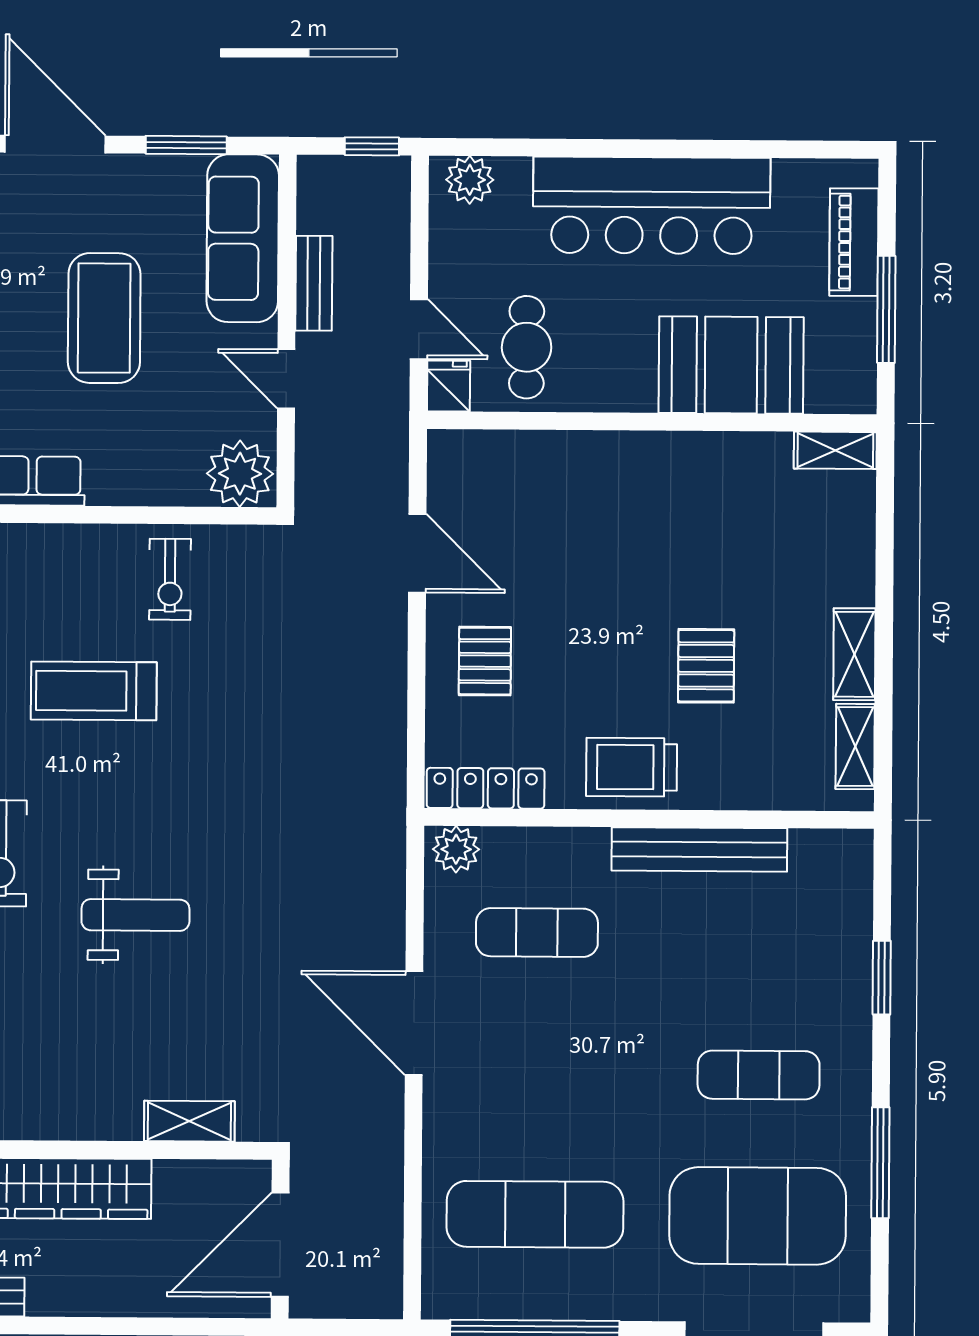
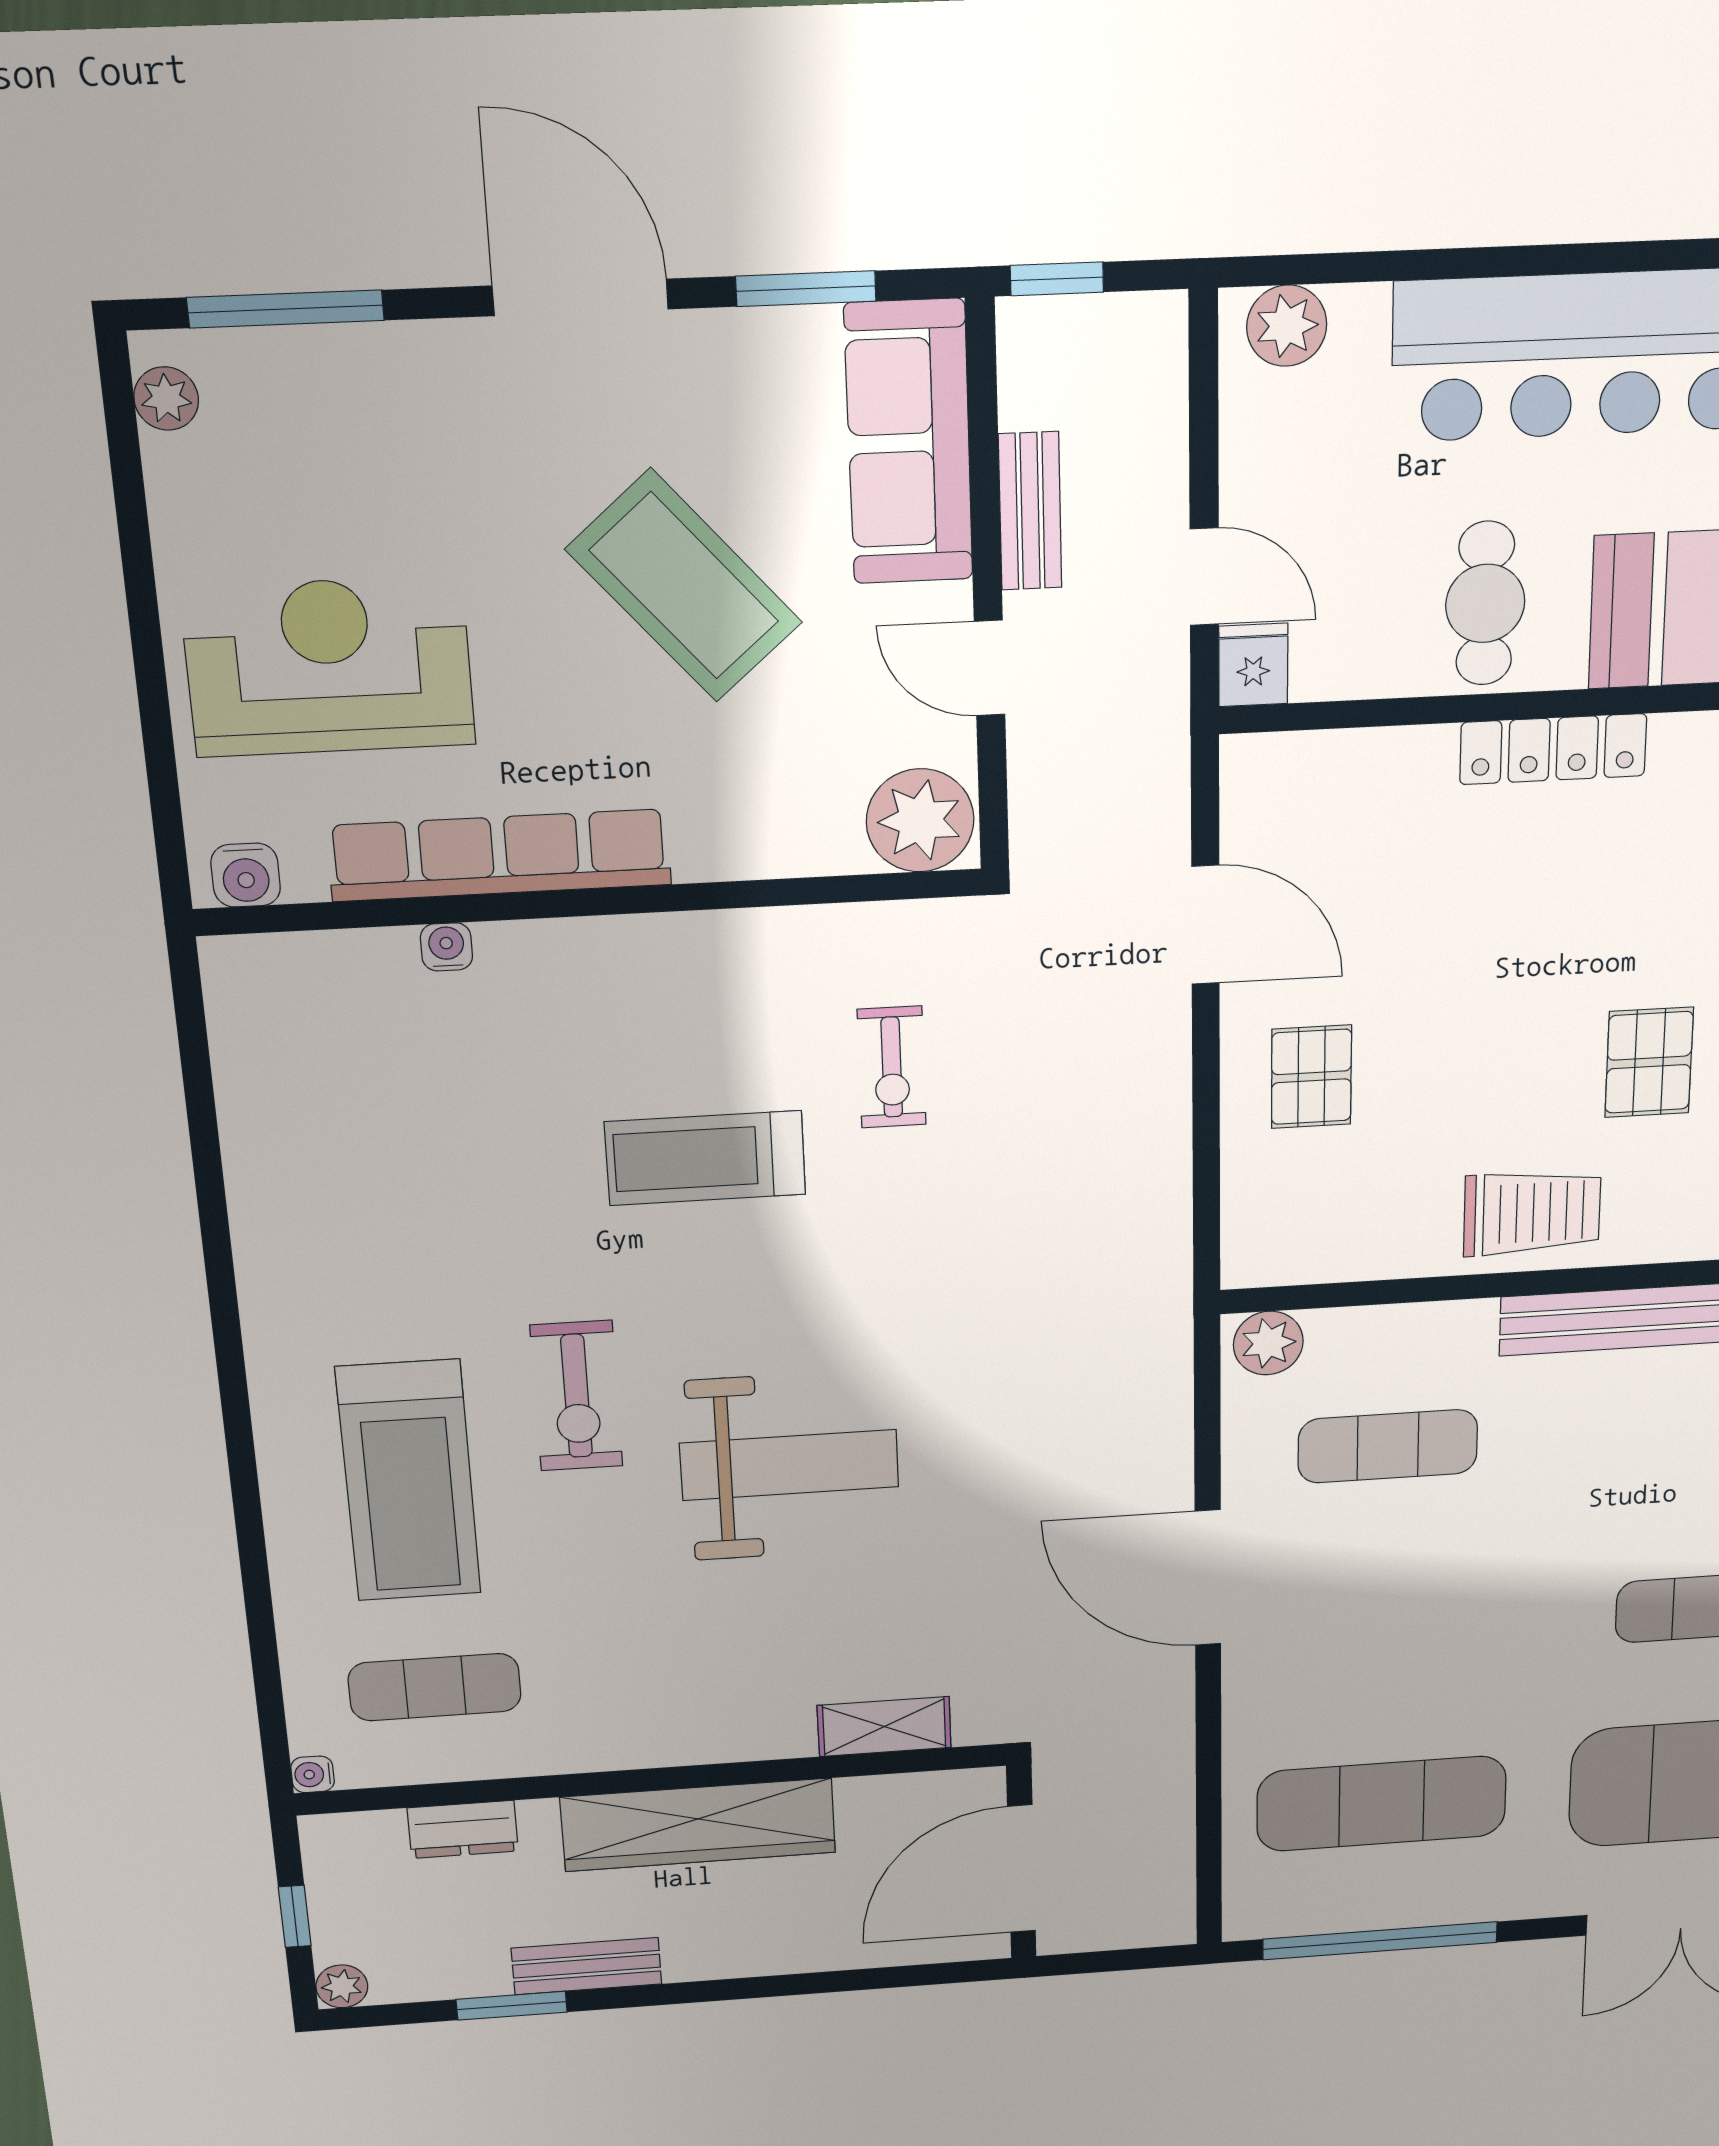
window: (372, 146) -> (1057, 279), moved
coffee table: (104, 318) -> (684, 586), turned -41
cafe table: (527, 347) -> (1485, 603), moved
exercise bike: (170, 579) -> (892, 1067), moved
trolley: (632, 767) -> (1532, 1213), turned 180
locker: (486, 788) -> (1553, 749), moved, turned 180
weight bench: (135, 915) -> (789, 1465), width x1.36, depth x1.33

